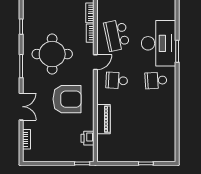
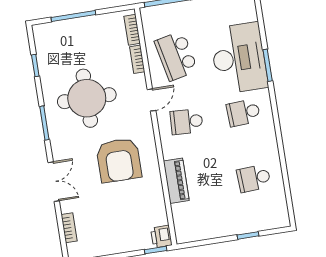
armchair: (67, 99) -> (119, 160), turned 90
school desk: (156, 126) -> (254, 178), added
printer: (88, 138) -> (161, 237), moved

